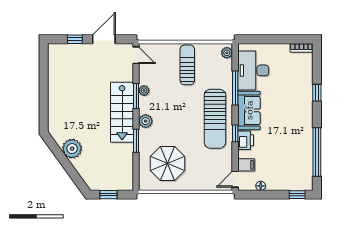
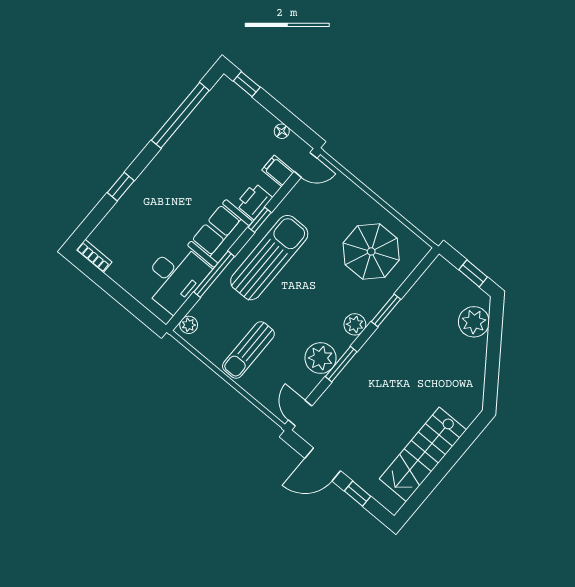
plant: (144, 91) -> (321, 358), width x1.88, depth x1.88
stairs: (122, 112) -> (423, 454), moved, turned 180
plant: (72, 149) -> (474, 322), moved

